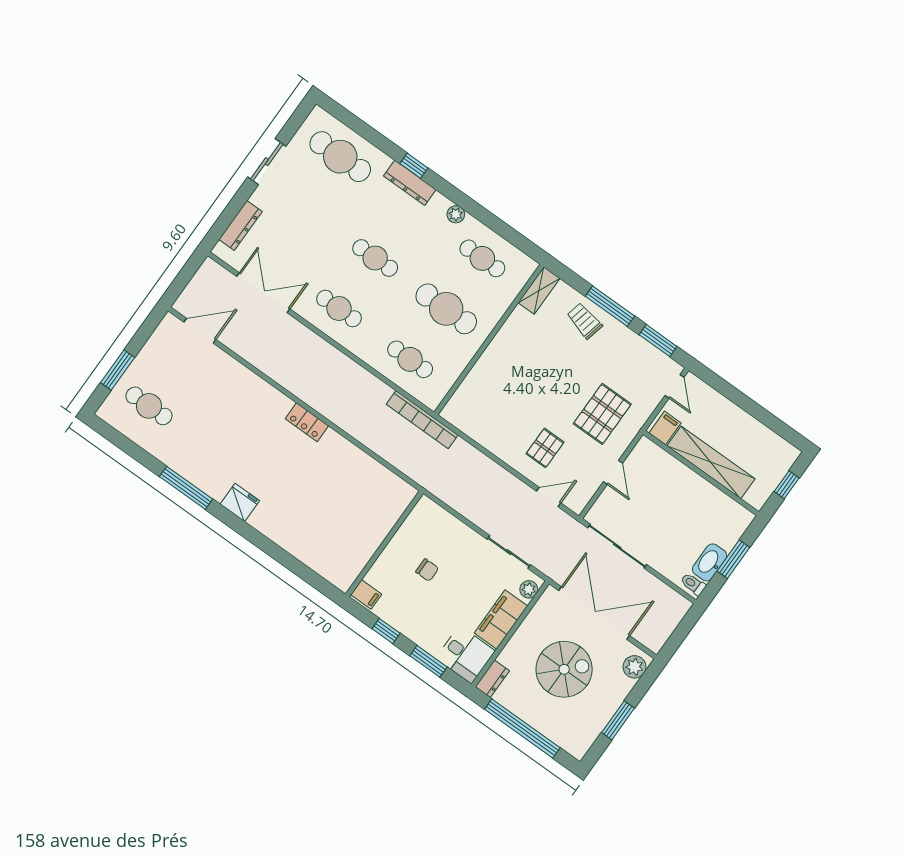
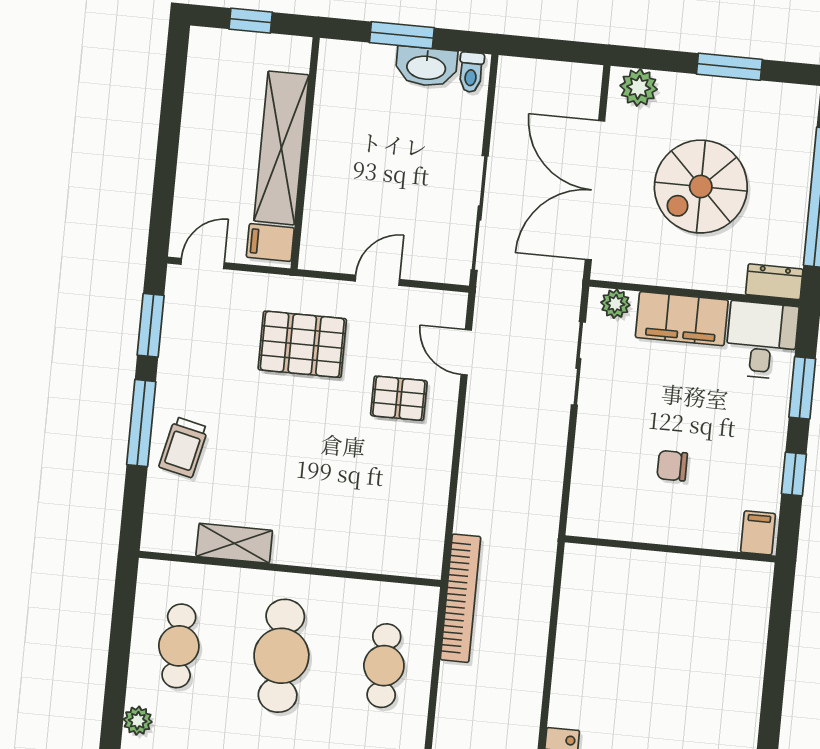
shelving: (539, 290) -> (234, 543), moved
chair: (427, 570) -> (672, 466), turned -90
spiral stairs: (564, 669) -> (701, 187), turned -90

